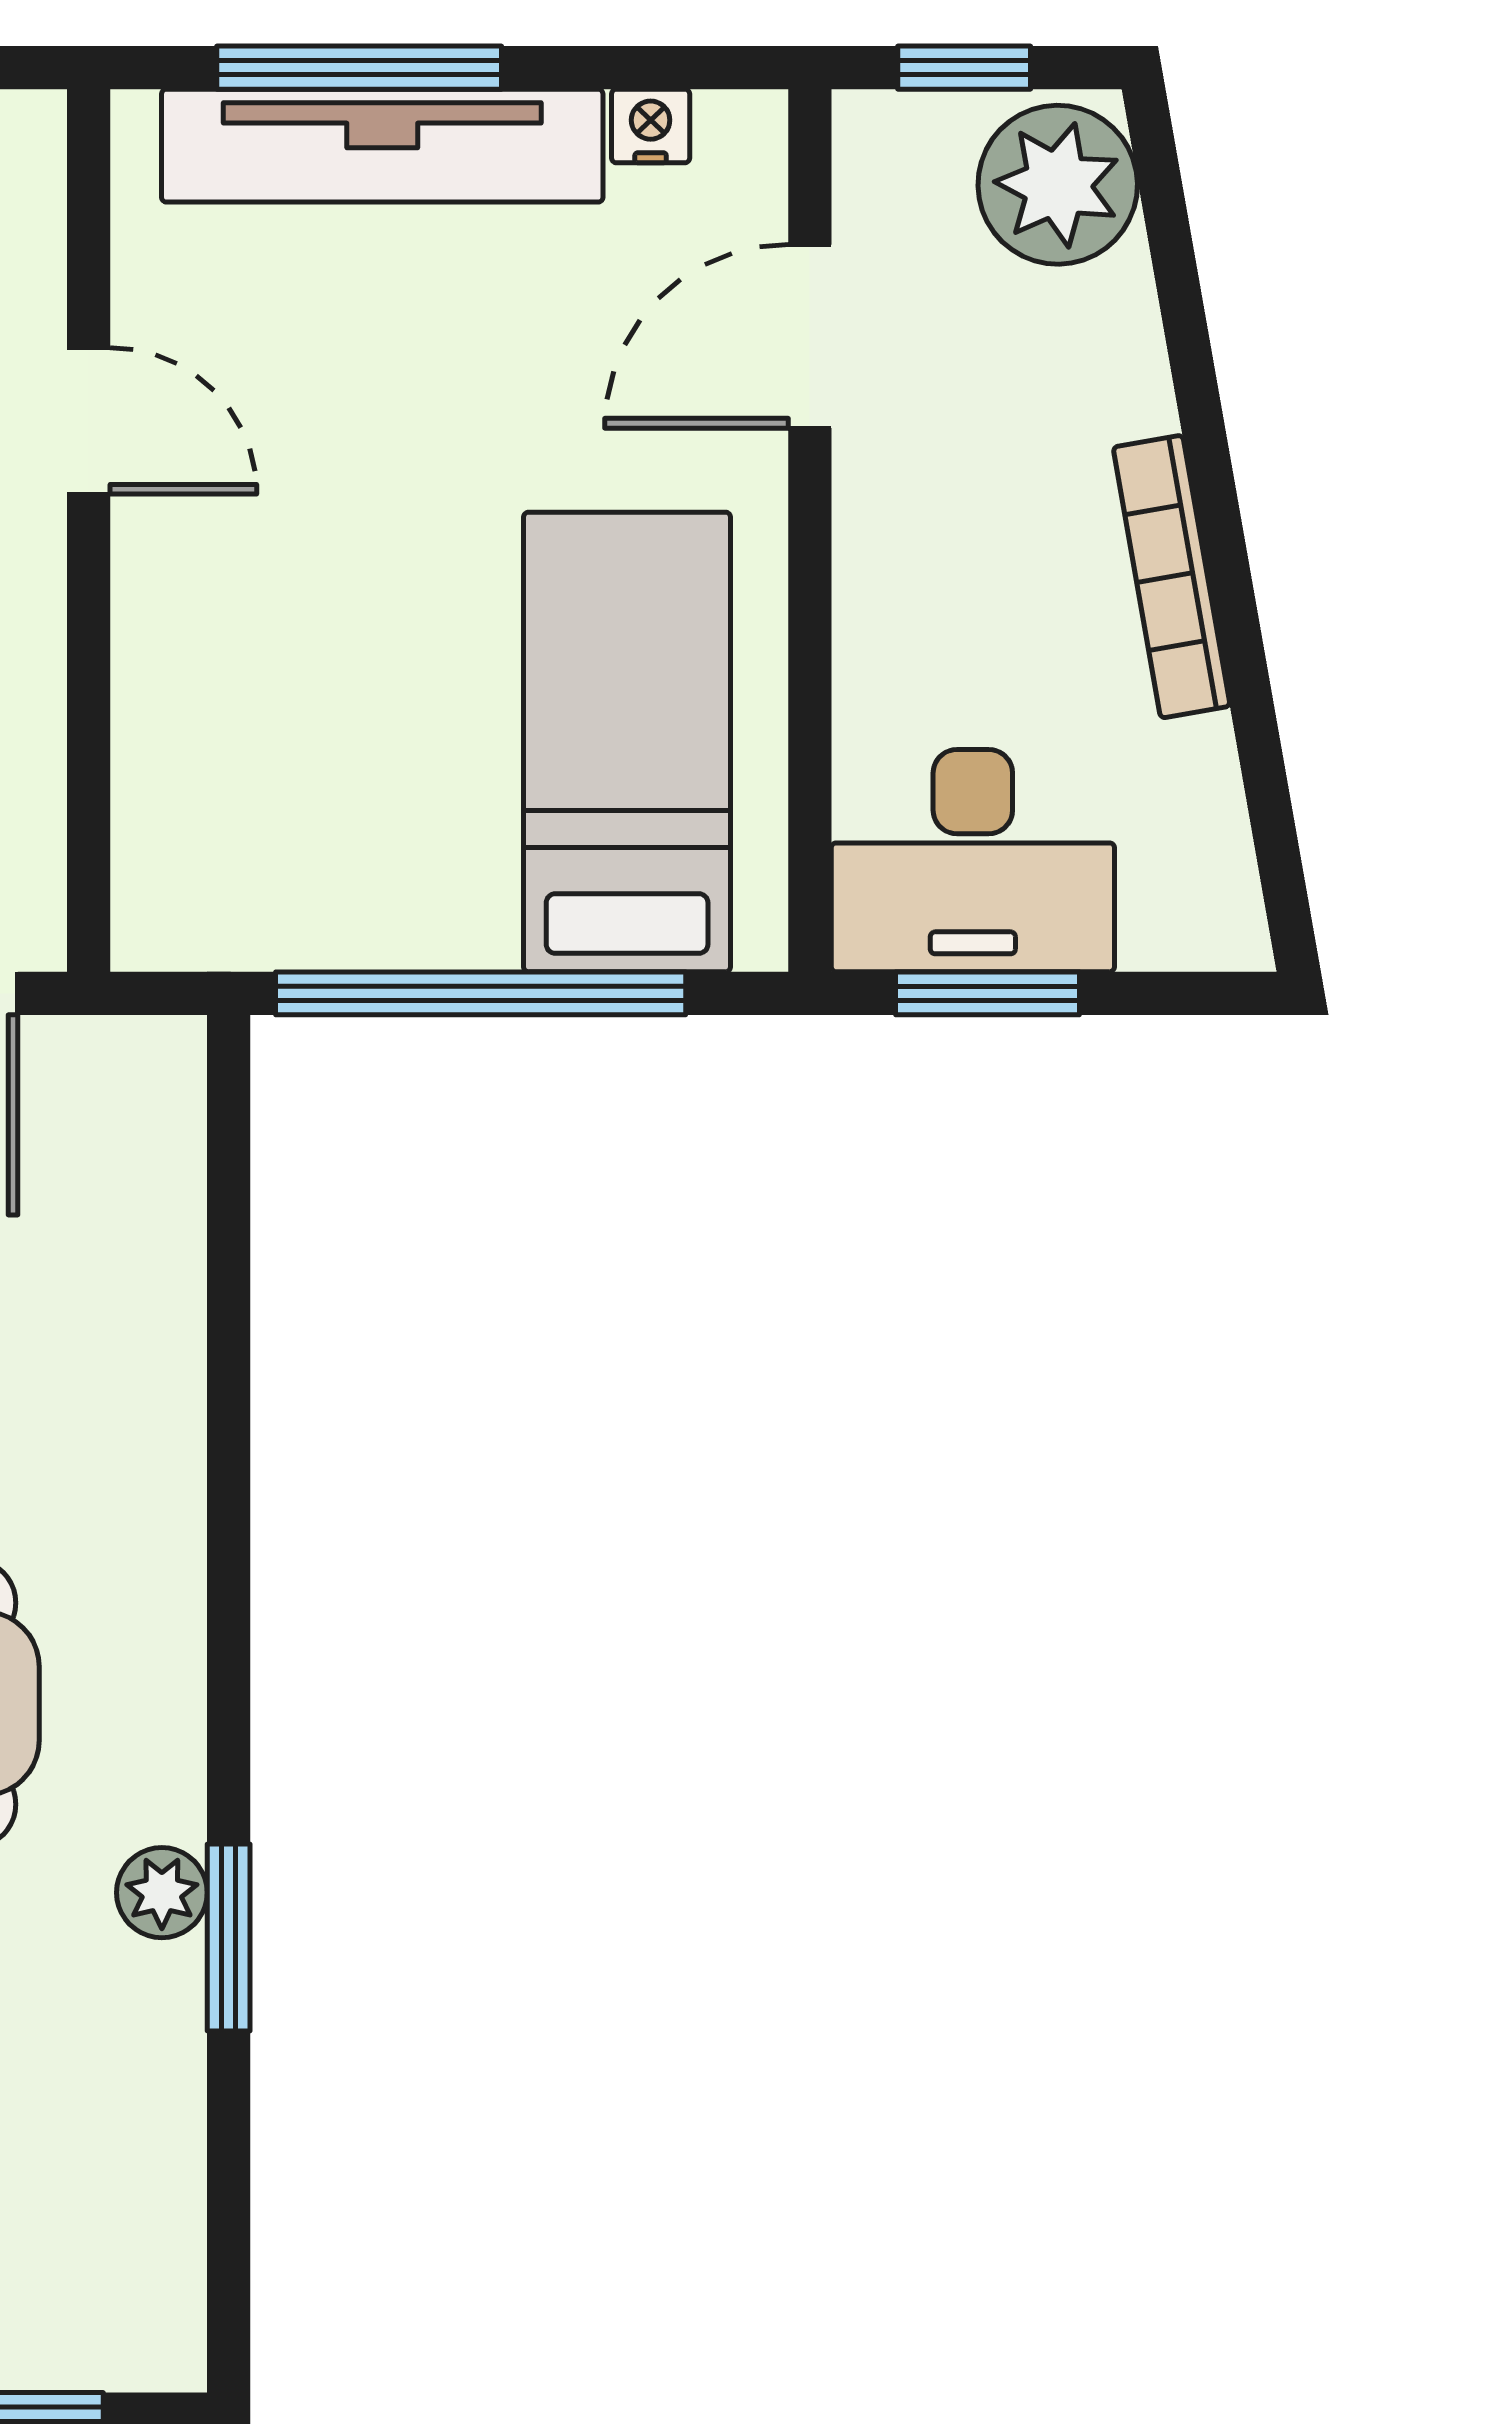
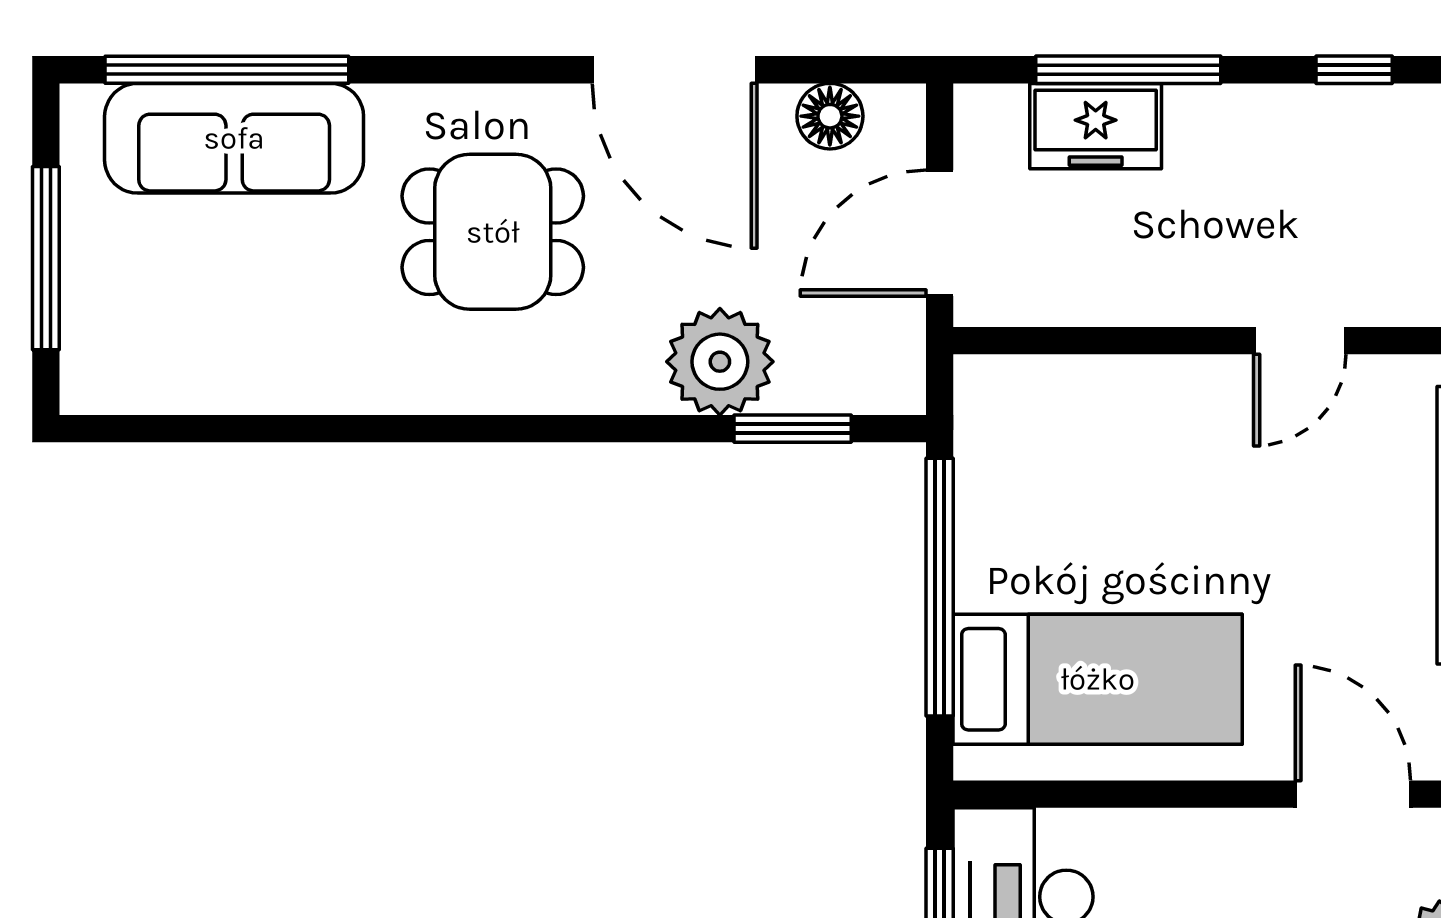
plant: (162, 1893) -> (720, 362), moved, width x1.88, depth x1.88
window: (229, 1937) -> (793, 429), moved

